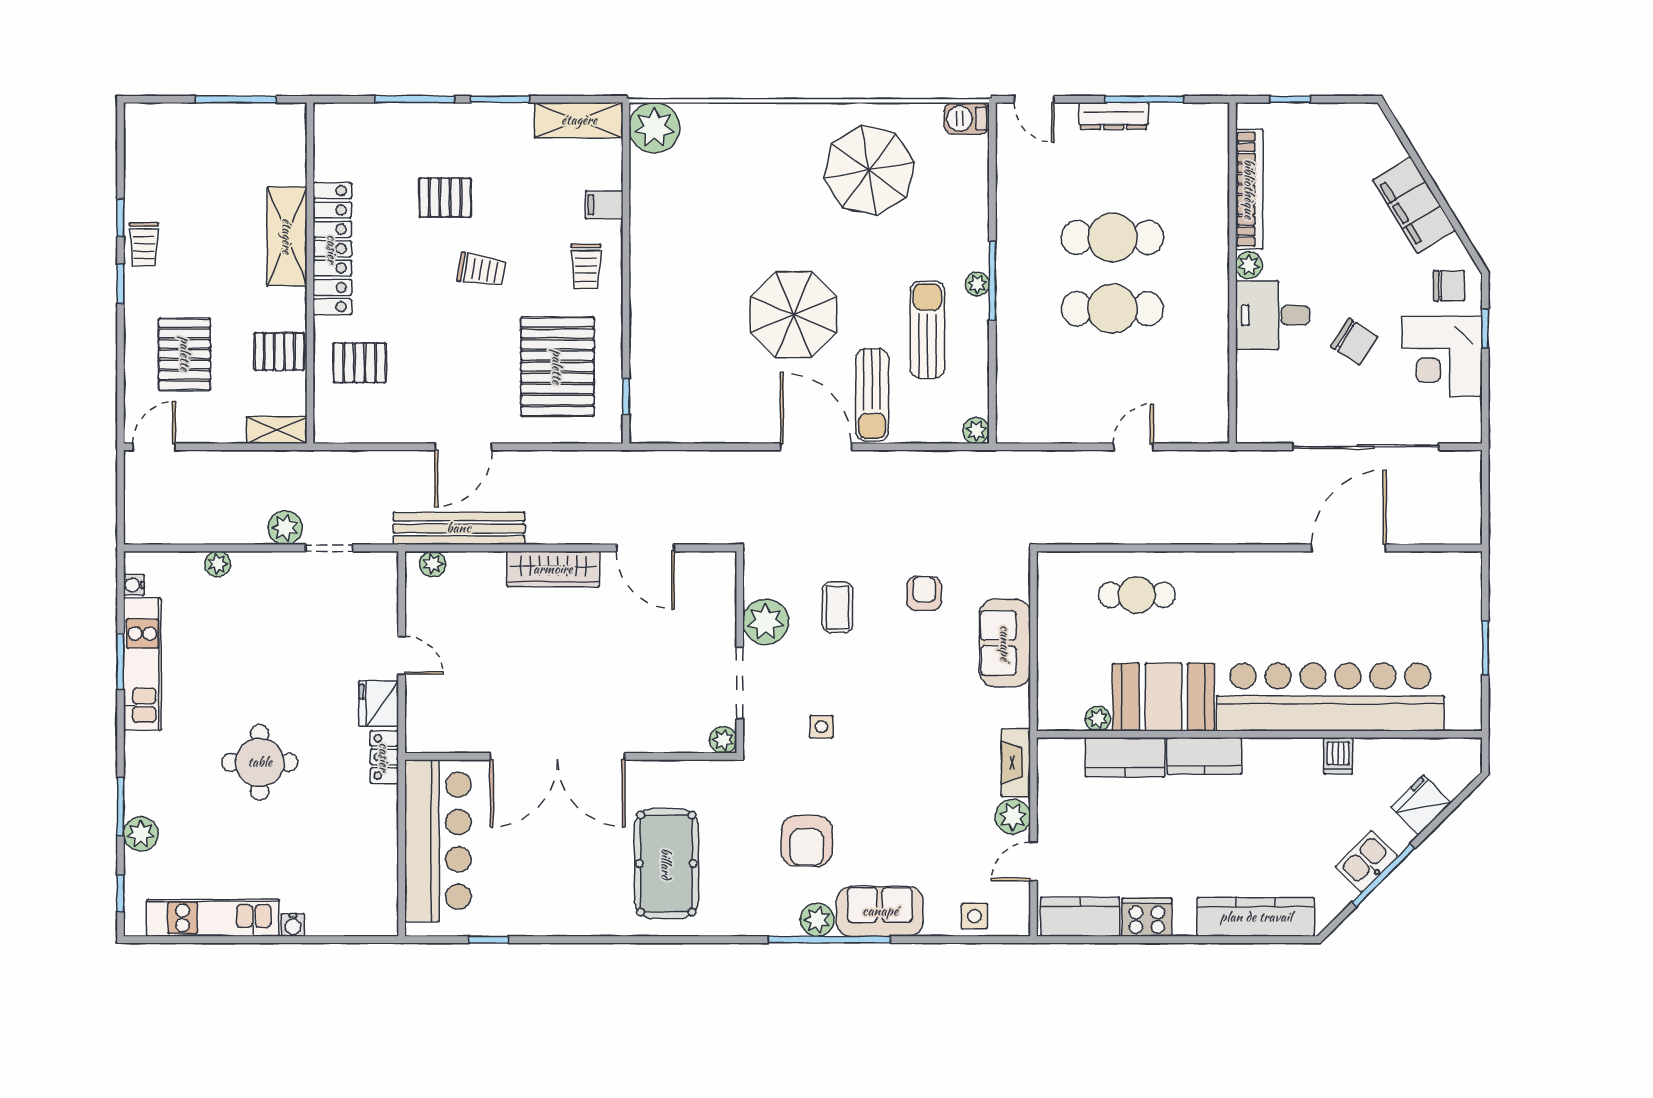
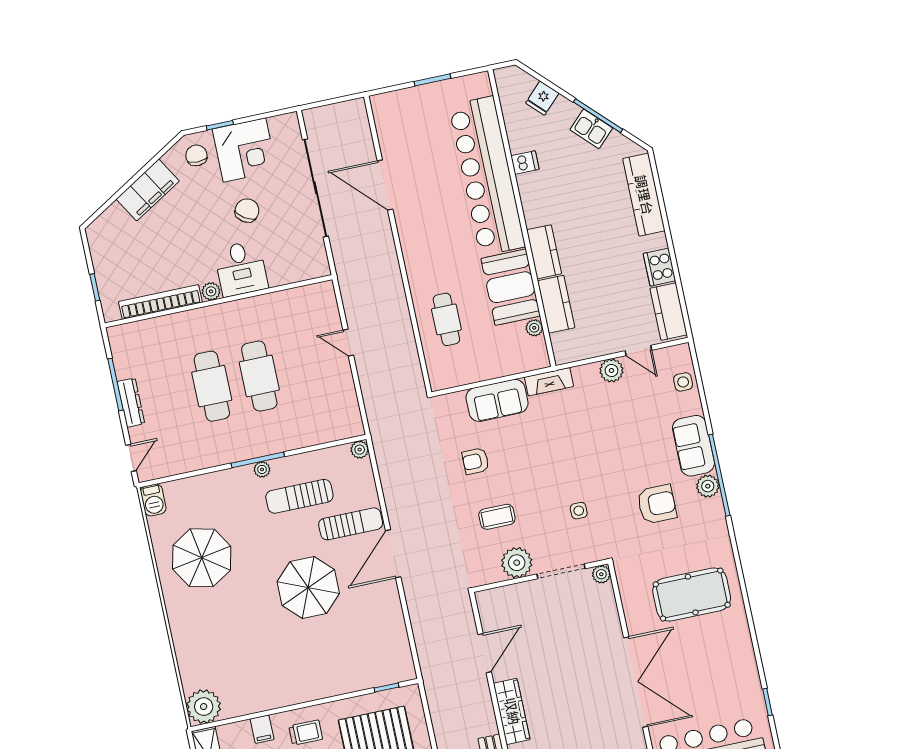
fireplace: (1016, 763) -> (549, 382), moved
fridge: (1421, 805) -> (542, 98), width x0.72

